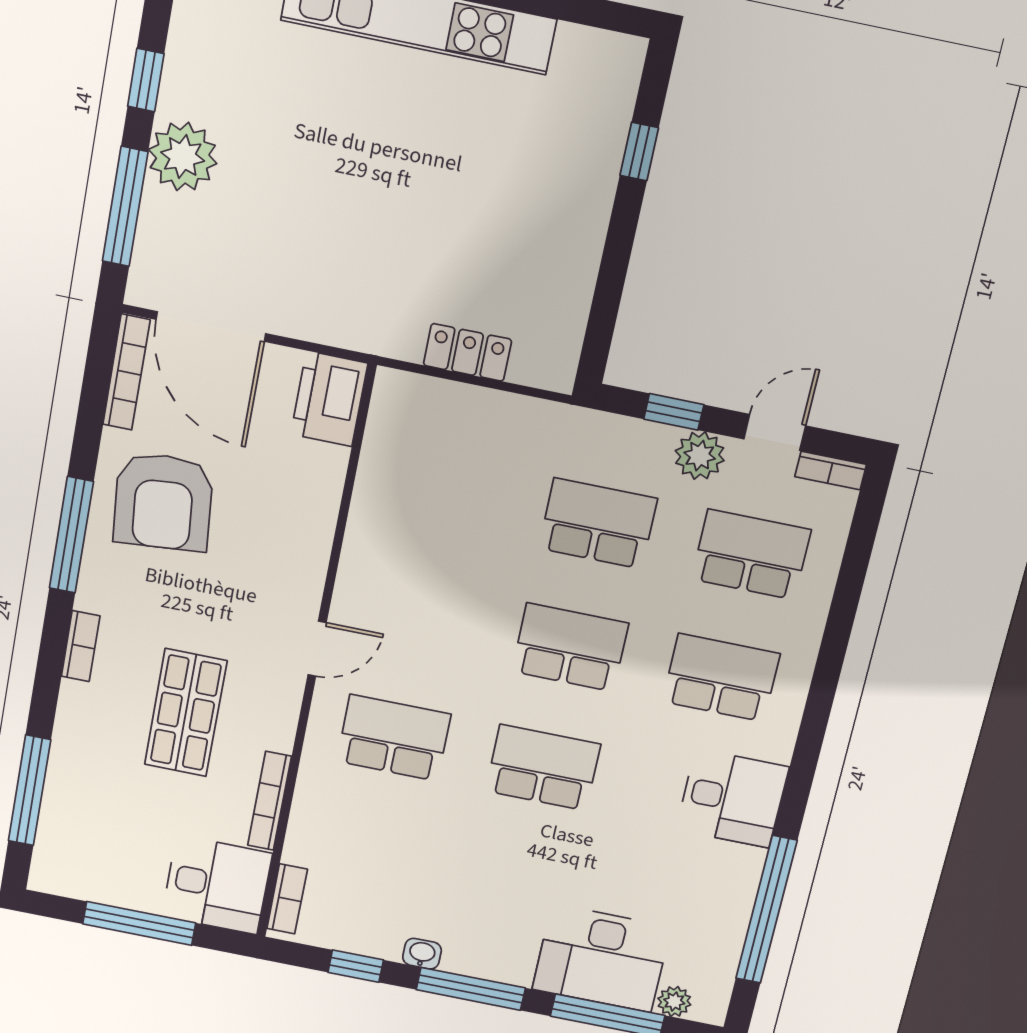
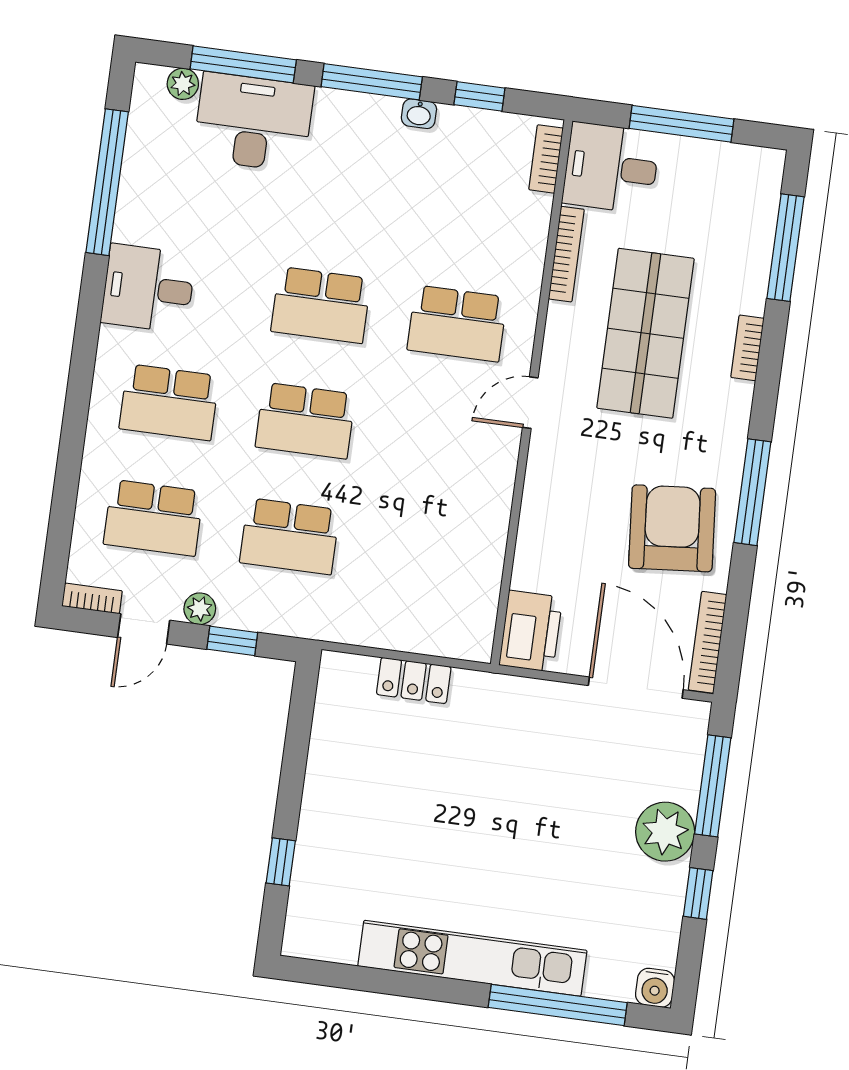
plant: (700, 456) -> (200, 609), width x0.73, depth x0.73
bookcase: (81, 646) -> (747, 348), moved
shop shelf: (186, 713) -> (646, 333), width x1.43, depth x1.36

